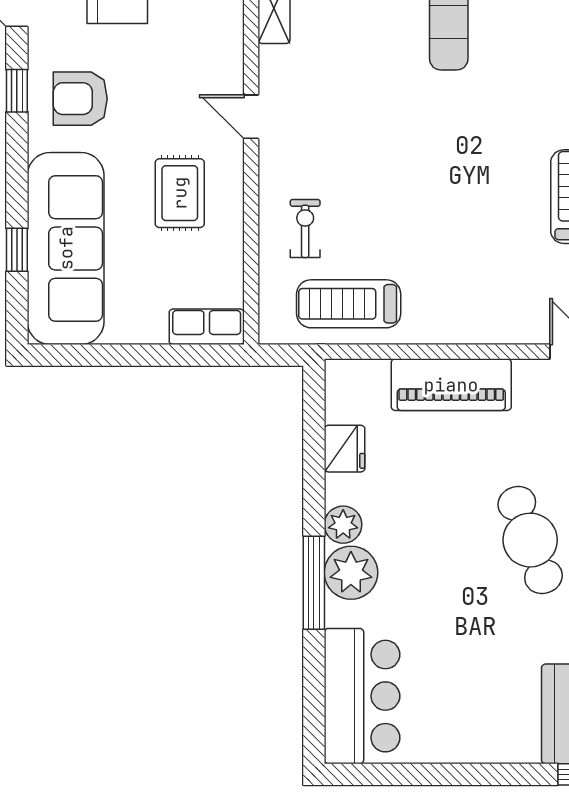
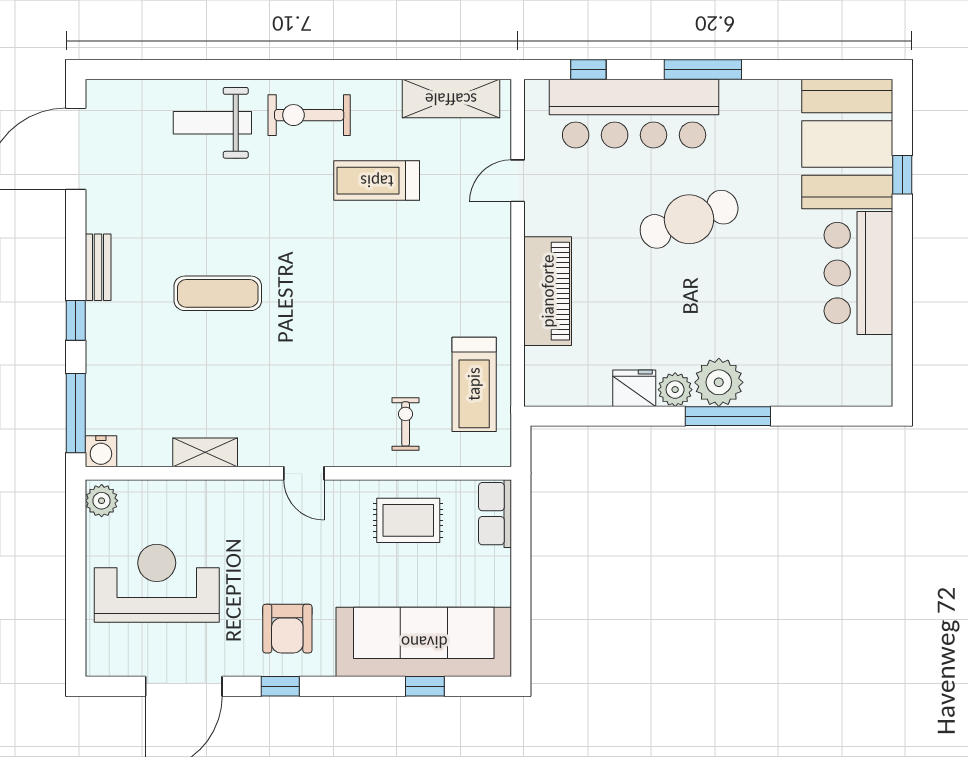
door: (251, 117) -> (304, 473), hinge flipped
rug: (180, 193) -> (408, 520), moved
exercise bike: (305, 228) -> (406, 424), turned 90
fridge: (345, 449) -> (634, 388), moved
bar counter: (362, 696) -> (858, 273), moved, turned -90

